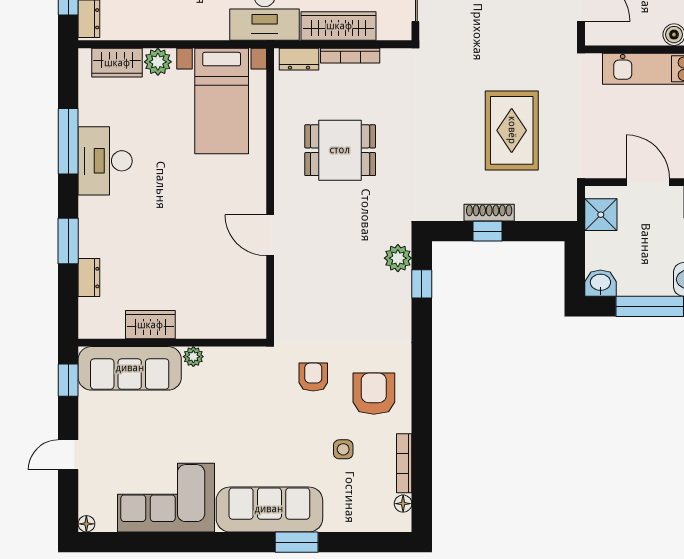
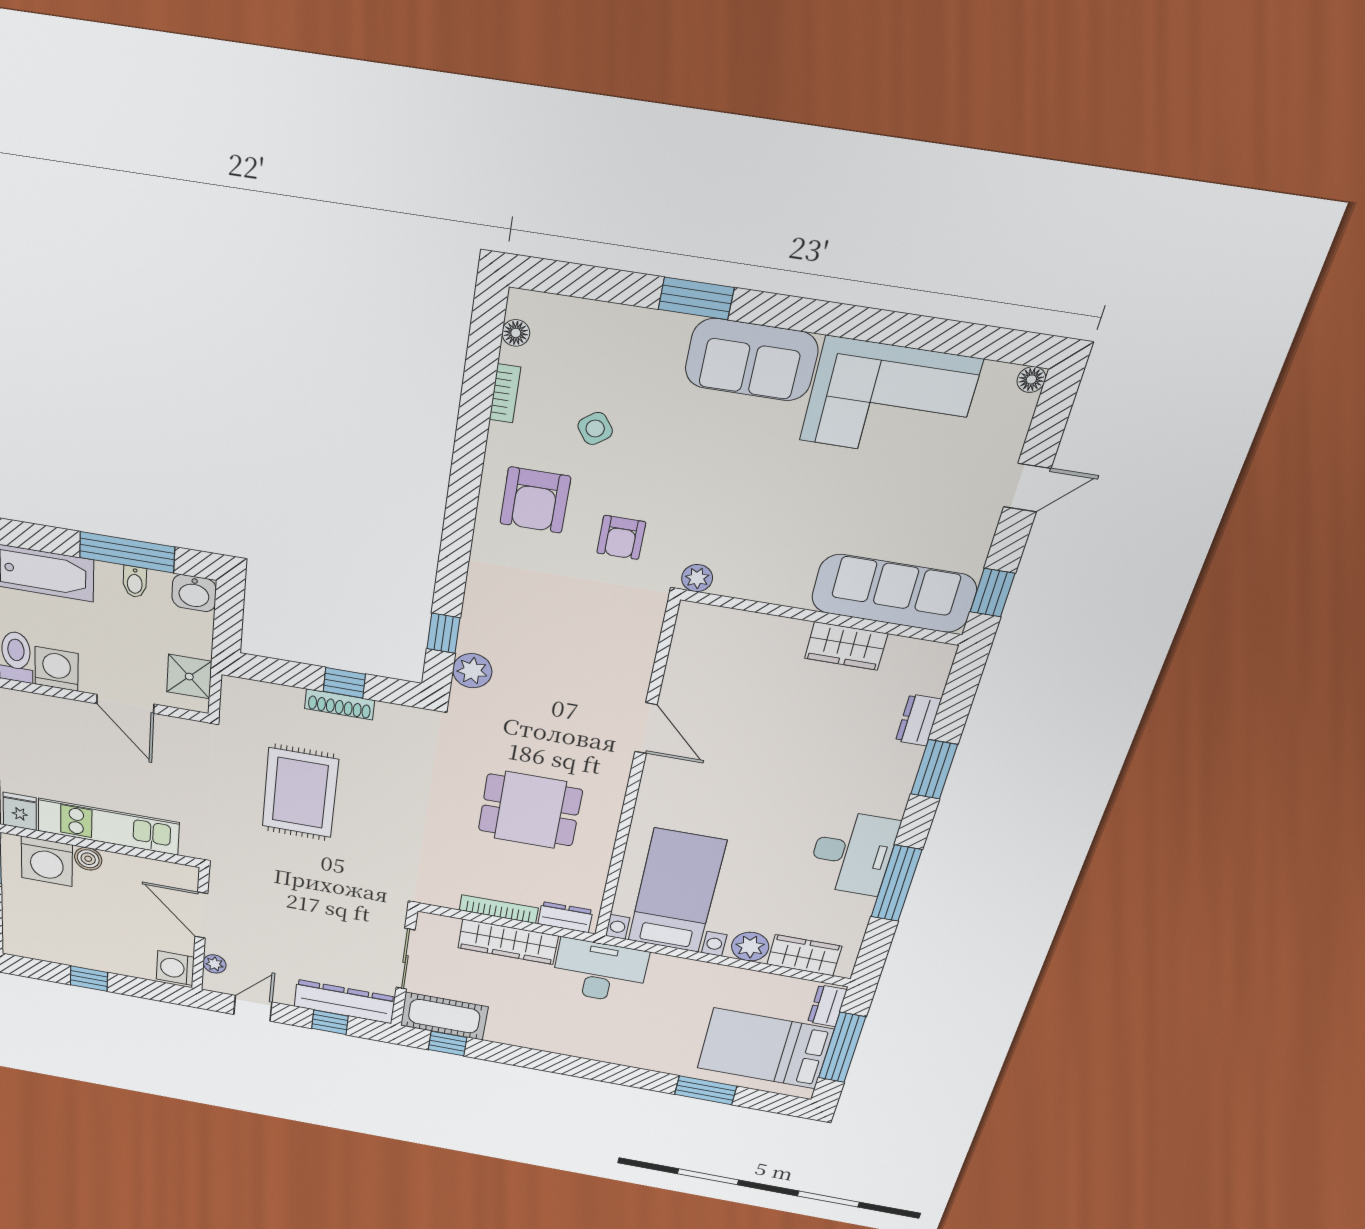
bidet: (643, 284) -> (135, 582), added
plant: (193, 357) -> (697, 578), moved
side table: (343, 449) -> (595, 429), turned -36
bookcase: (404, 463) -> (505, 393), width x0.64
sofa: (269, 509) -> (751, 360), width x0.73

